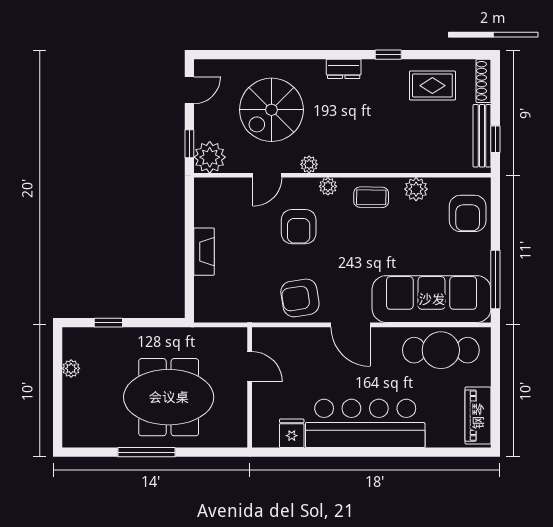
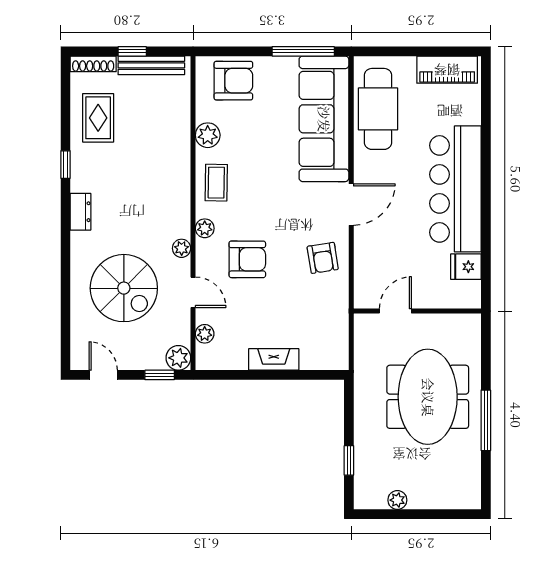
window: (495, 139) -> (132, 51), moved
plant: (210, 157) -> (178, 358), width x0.73, depth x0.73
plant: (228, 186) -> (205, 334), added
armchair: (300, 298) -> (323, 258), width x0.72, depth x0.72

